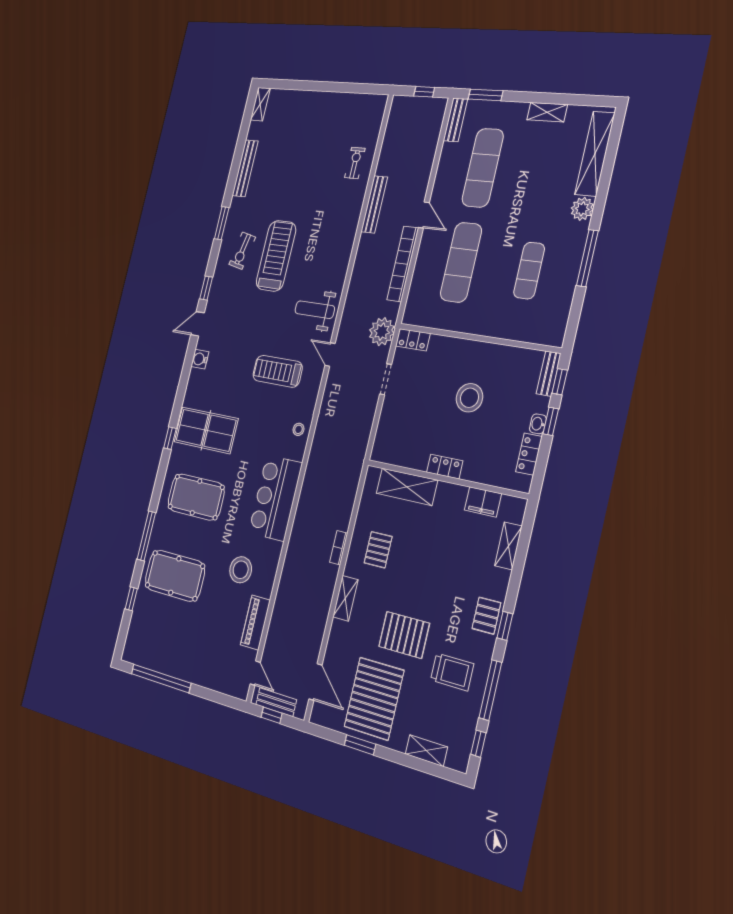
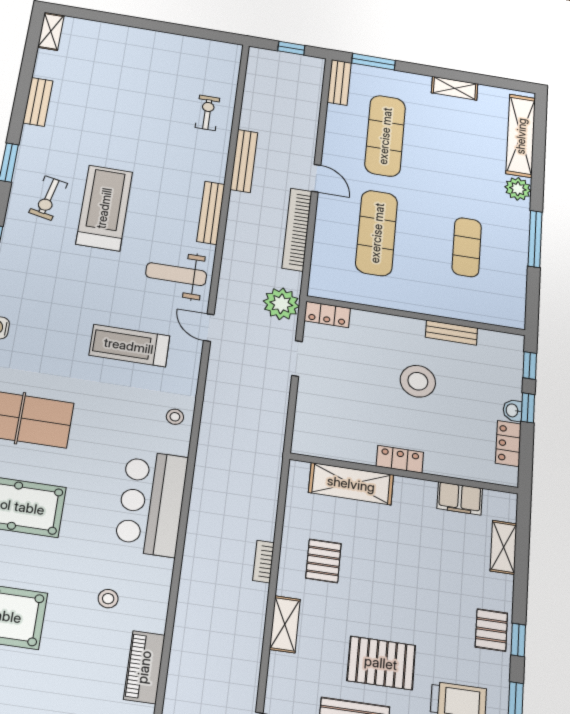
bench: (245, 168) -> (38, 102), width x0.73
bench: (345, 254) -> (211, 213), added
bench: (549, 374) -> (451, 333), moved, turned 90
stool: (241, 570) -> (108, 599), width x0.53, depth x0.53

